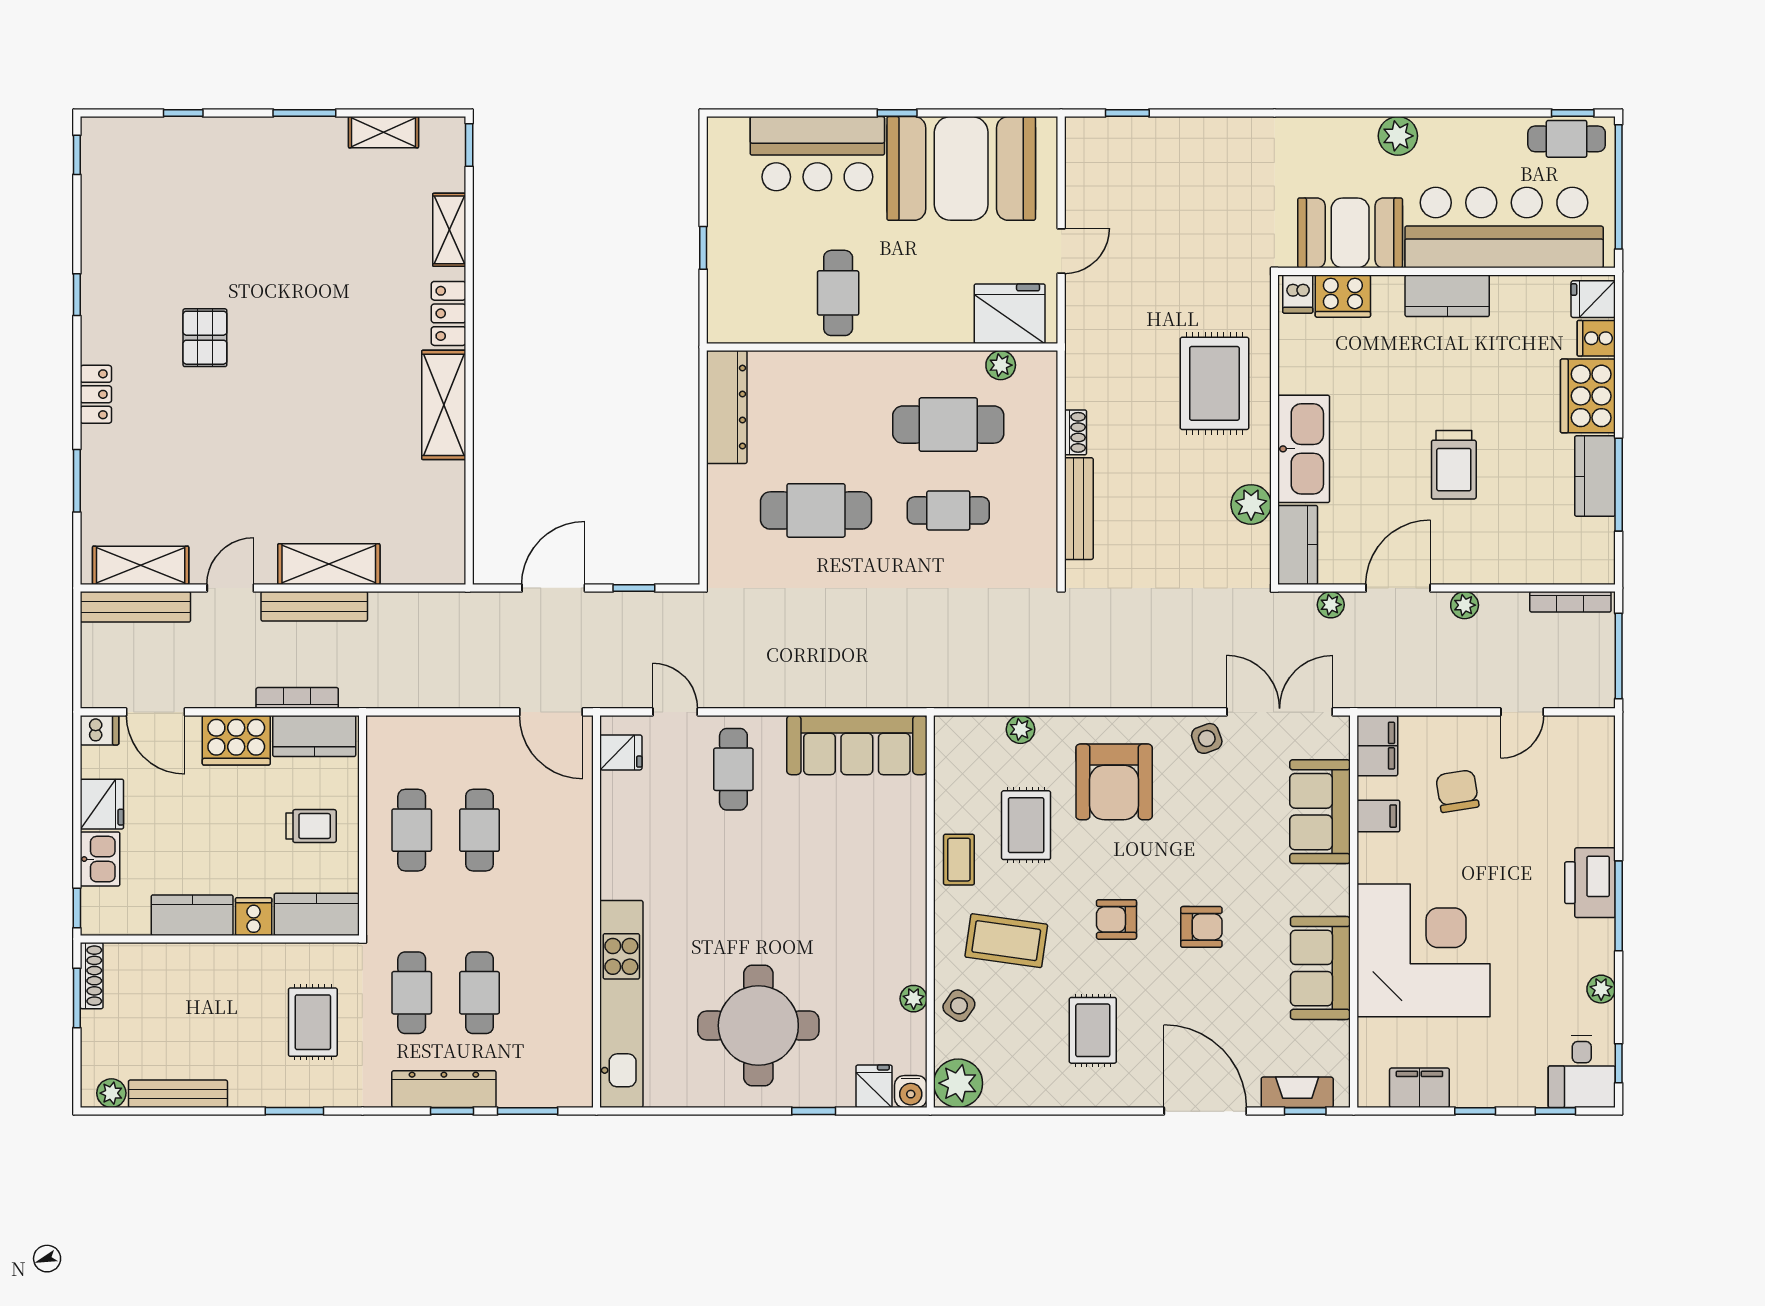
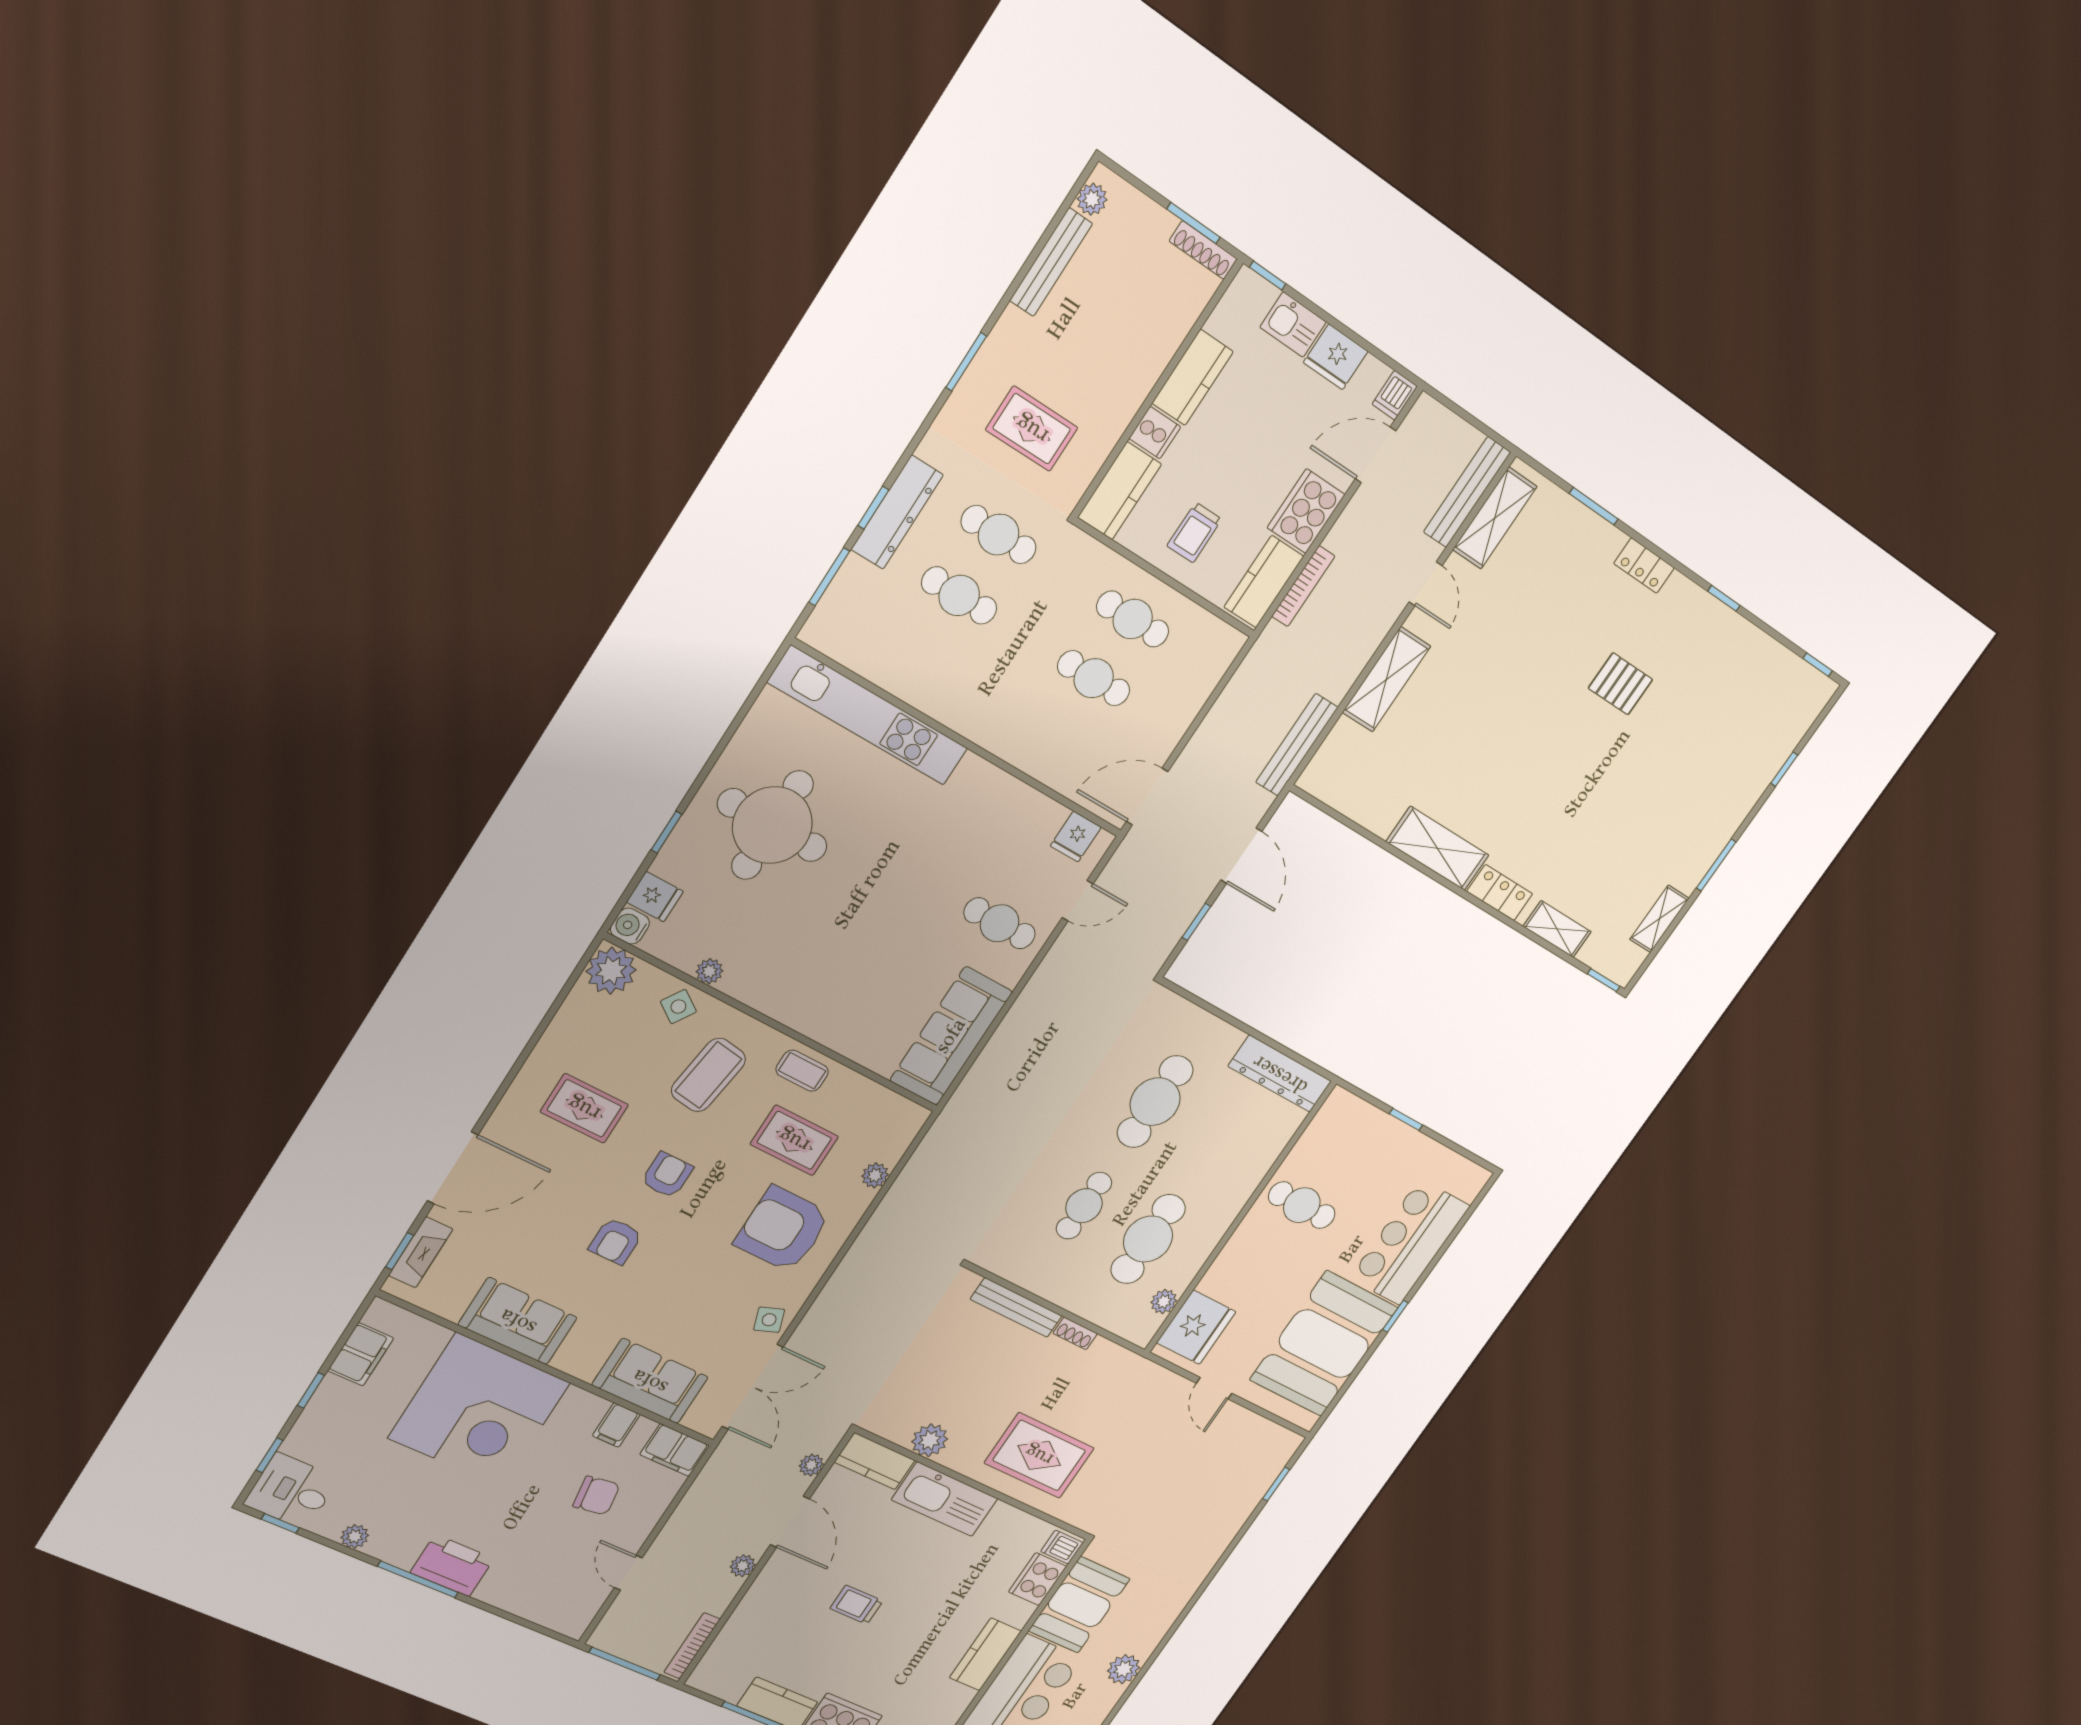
trolley: (1454, 465) -> (856, 1605), width x0.73, depth x0.72
bench: (314, 606) -> (1297, 745), moved

